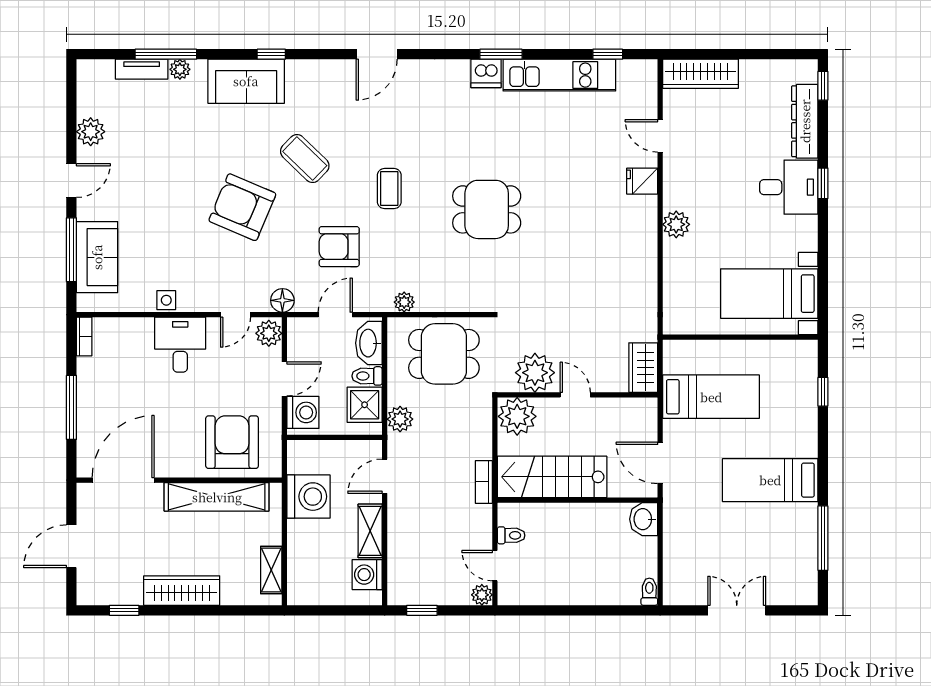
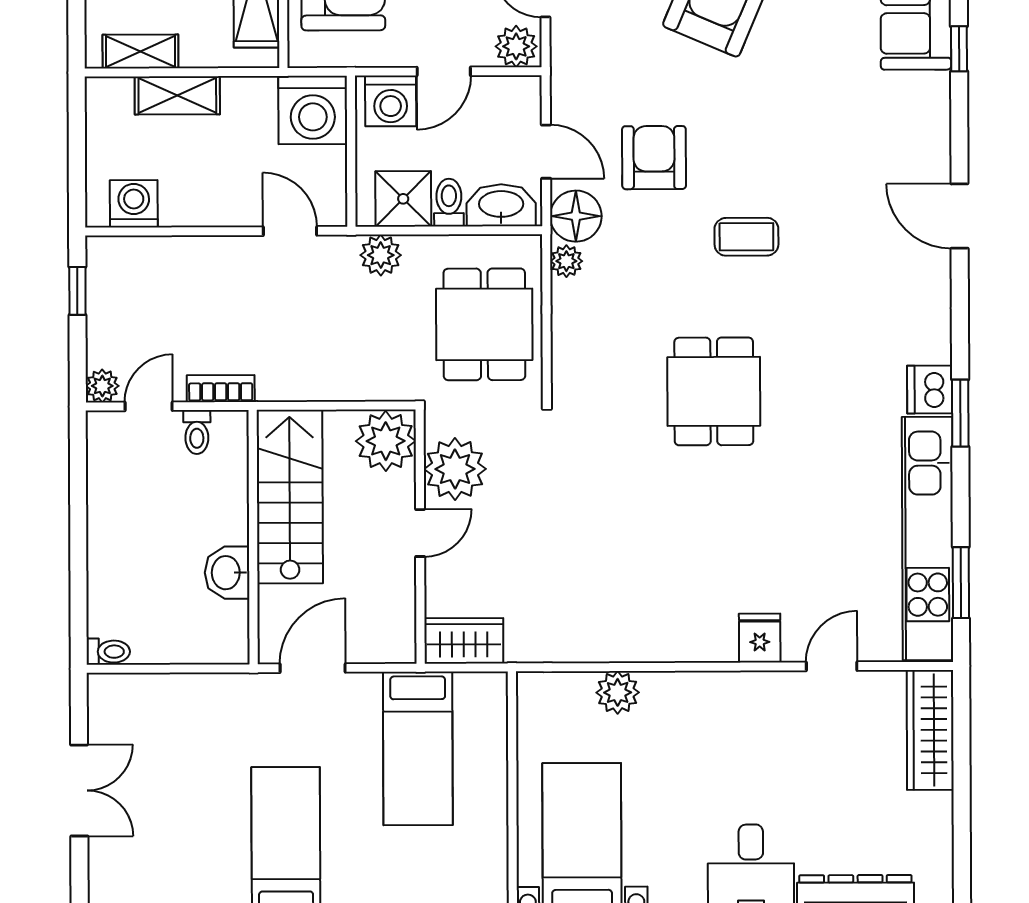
window: (608, 54) -> (961, 583), width x1.50
kitchen unit: (559, 75) -> (928, 539), width x1.36
coffee table: (305, 159) -> (794, 103), removed
plant: (676, 224) -> (618, 692), moved
floor lamp: (282, 300) -> (576, 216), moved, width x1.38, depth x1.38
door: (284, 379) -> (444, 71), hinge flipped
bookcase: (484, 482) -> (221, 389), moved
washing machine: (308, 497) -> (313, 110), moved
washbasin: (644, 519) -> (227, 573), moved, turned -90
shelving: (370, 531) -> (177, 95), moved

